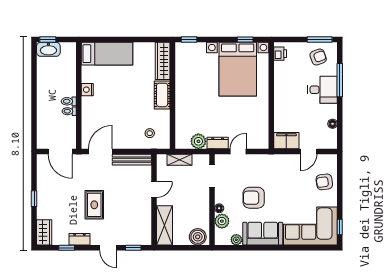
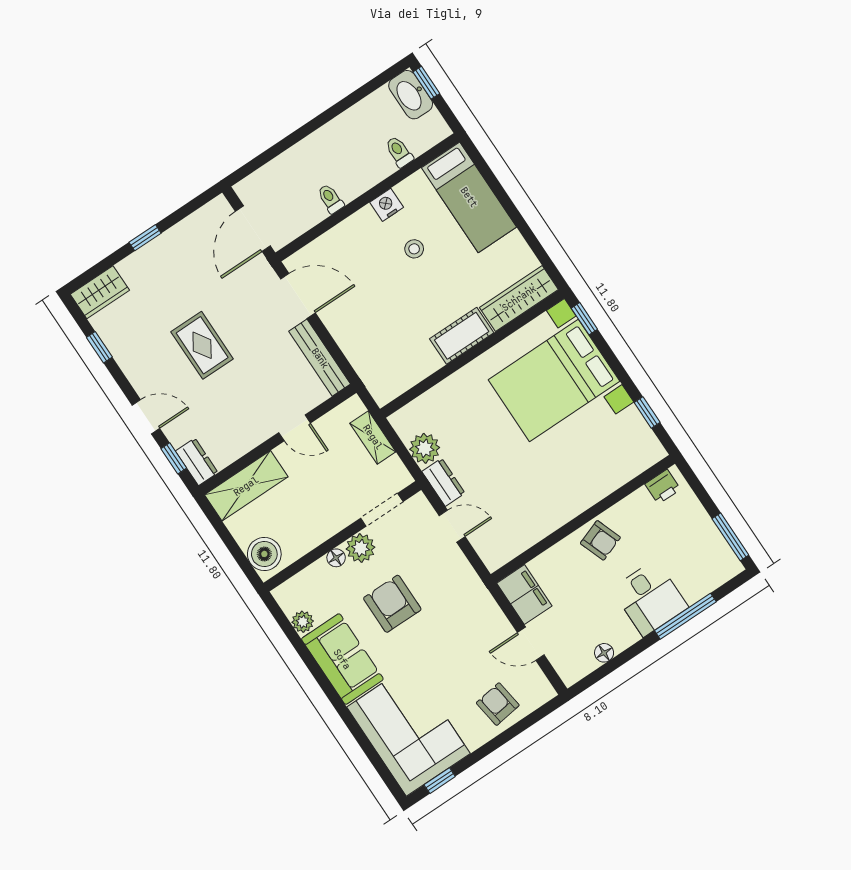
armchair: (318, 57) -> (600, 540), moved
bed with nightstands: (238, 69) -> (554, 380), moved
toilet: (69, 101) -> (399, 152), moved
stool: (150, 133) -> (414, 249), moved
rug: (94, 205) -> (202, 345), turned 90
plant: (222, 221) -> (361, 548), moved
dresser: (79, 239) -> (197, 462), moved
door: (108, 248) -> (146, 417), swing flipped

